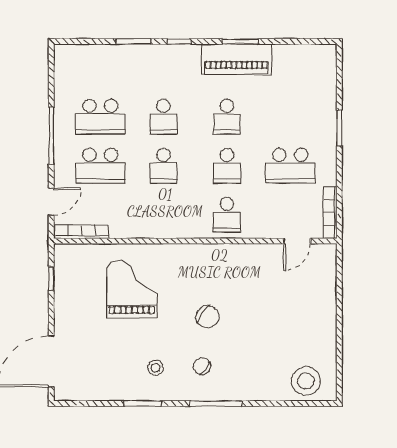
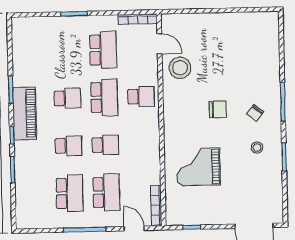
piano: (236, 59) -> (25, 114), moved
school desk: (227, 166) -> (104, 97), width x1.85
chair: (208, 317) -> (218, 109), turned 58
stool: (306, 381) -> (180, 68), moved

